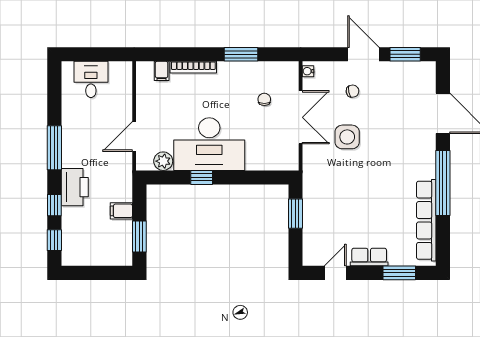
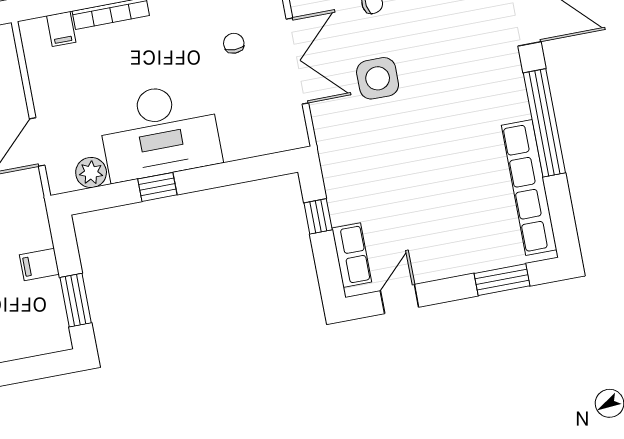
window: (295, 214) -> (318, 216), width x0.67
row of seats: (369, 257) -> (352, 255), moved, turned 90

